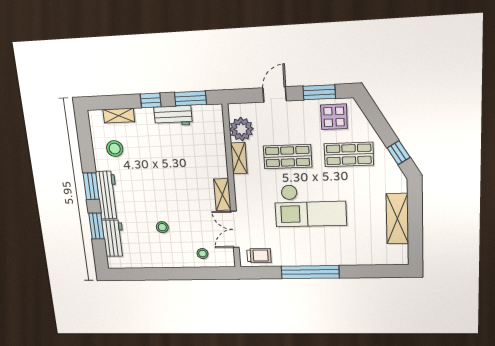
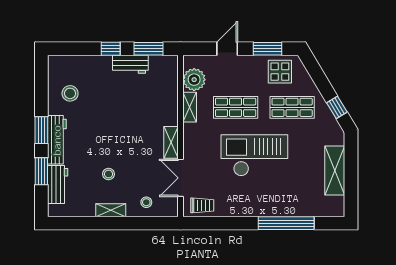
shelving: (119, 116) -> (111, 210), moved
checkout: (310, 205) -> (254, 155), turned 180
window: (310, 272) -> (286, 223), moved

